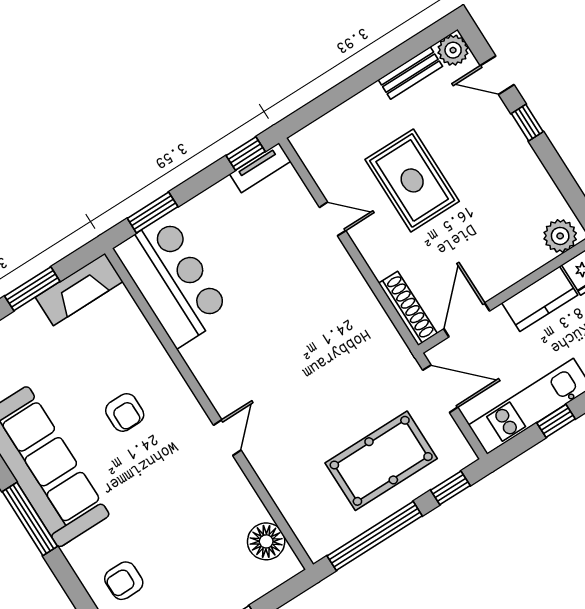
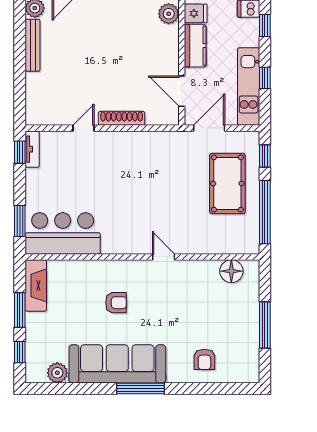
bench: (410, 73) -> (33, 45), width x1.36
rug: (412, 180) -> (90, 73), removed
shoe rack: (408, 308) -> (122, 118), moved

